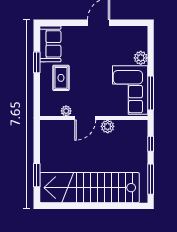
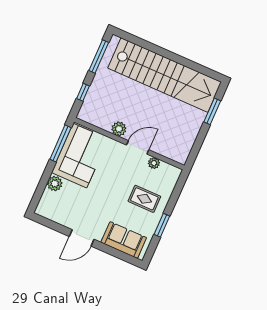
sofa: (50, 44) -> (124, 240), moved, turned 90
rug: (61, 78) -> (144, 199), turned 90

